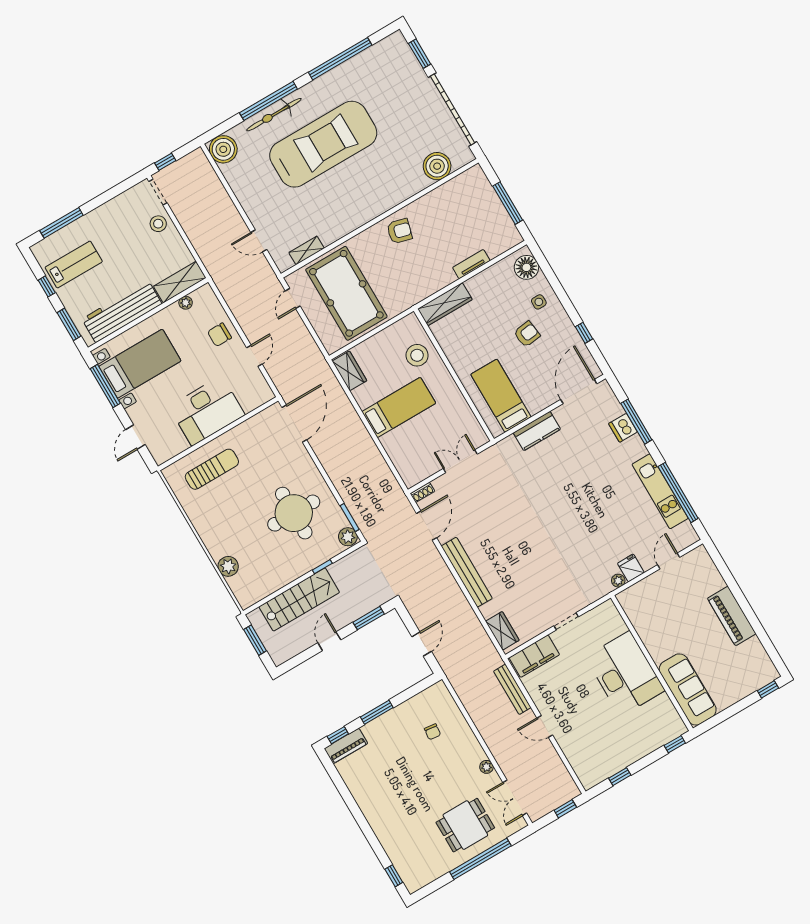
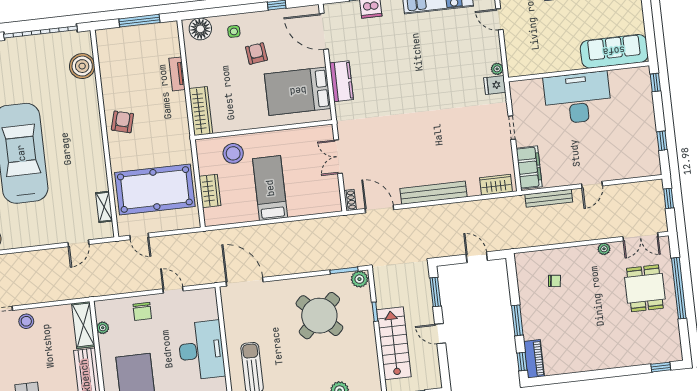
wardrobe: (349, 371) -> (210, 191), moved, turned 90
bed: (501, 396) -> (298, 91), width x1.50
round table: (294, 513) -> (319, 316), turned 45
fridge: (631, 568) -> (495, 85), moved

